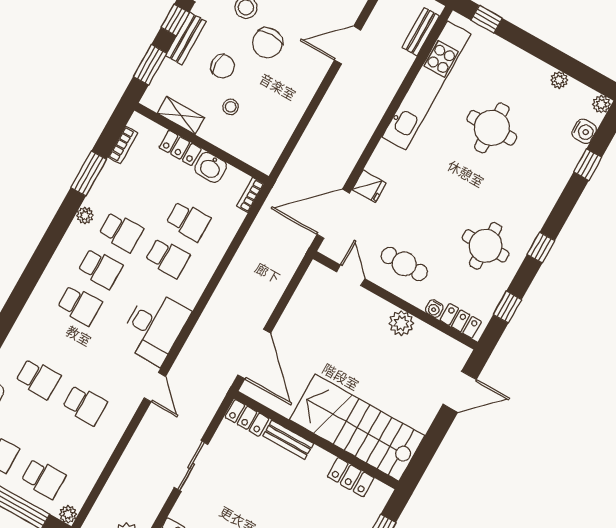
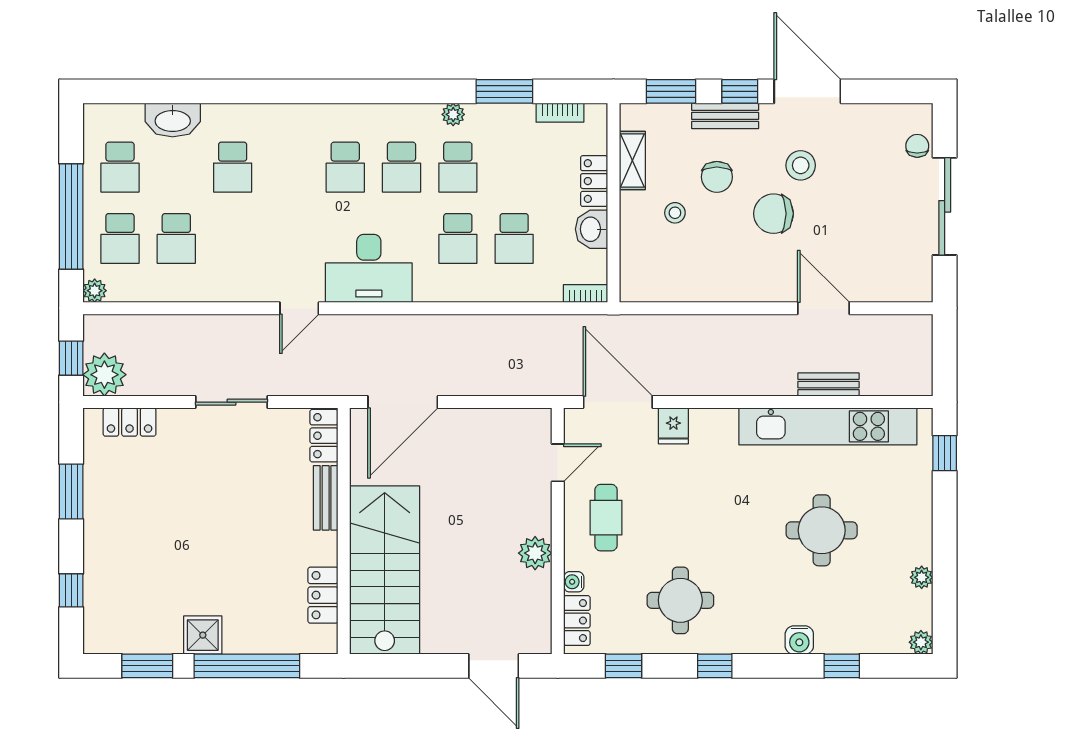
bench: (421, 32) -> (829, 385), moved
water cooler: (584, 131) -> (799, 640), moved
school desk: (85, 405) -> (176, 238), moved

